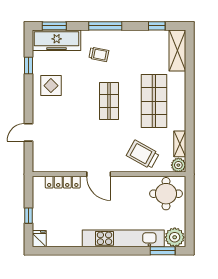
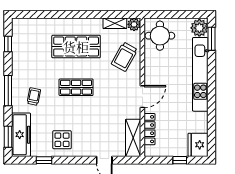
shelving: (177, 51) -> (133, 138), moved, turned 90
fridge: (39, 239) -> (198, 145), width x1.88, depth x1.34

